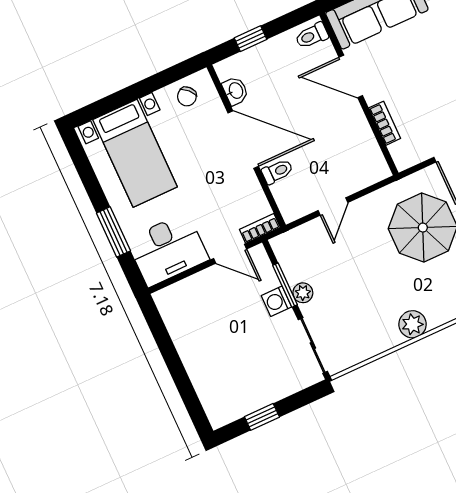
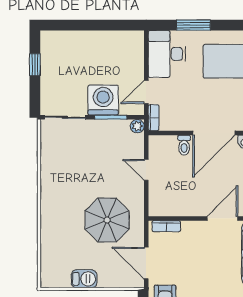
bookcase: (385, 123) -> (166, 226), moved
plant: (303, 293) -> (137, 126), moved
washing machine: (276, 301) -> (103, 100), width x1.89, depth x1.89
plant: (413, 324) -> (49, 186), removed

